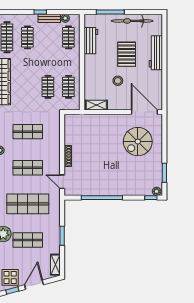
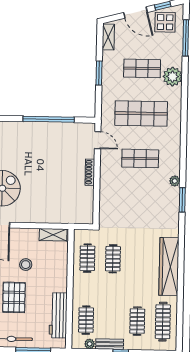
workbench: (91, 41) -> (58, 315), width x1.38
shop shelf: (28, 132) -> (139, 204), removed
door: (34, 285) -> (135, 12), hinge flipped

